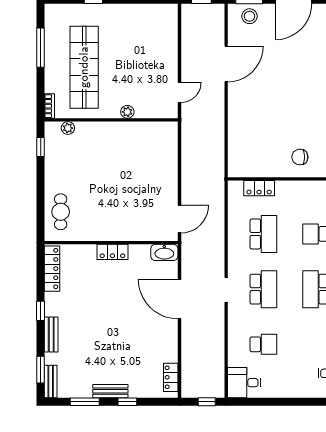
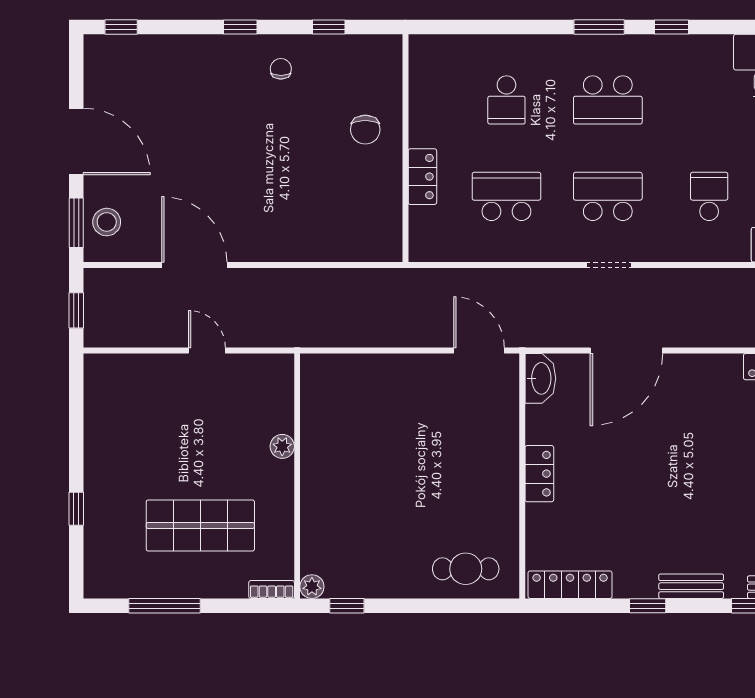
shop shelf: (84, 67) -> (200, 525), width x0.71
door: (179, 92) -> (207, 351), moved
plant: (68, 128) -> (312, 587), moved
locker: (259, 188) -> (422, 177), moved

